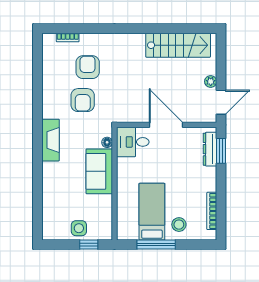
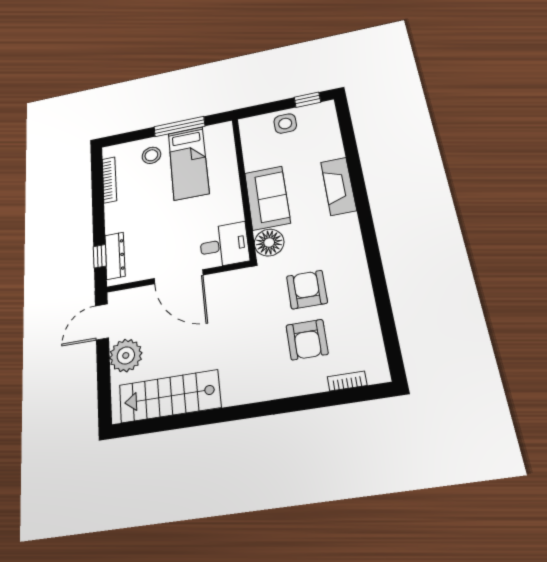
plant: (211, 81) -> (126, 355), width x1.88, depth x1.88
fireplace: (50, 140) -> (338, 186), moved
floor lamp: (107, 142) -> (269, 243), width x1.89, depth x1.89
window: (221, 151) -> (100, 256), width x0.67
window: (89, 245) -> (307, 100), moved

